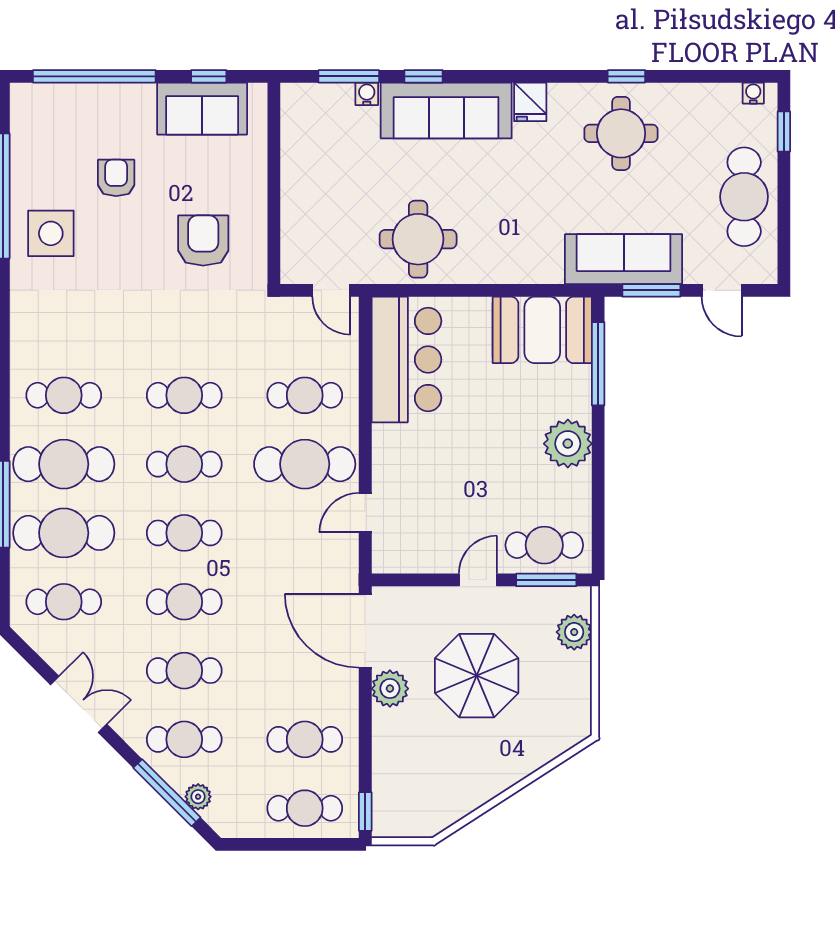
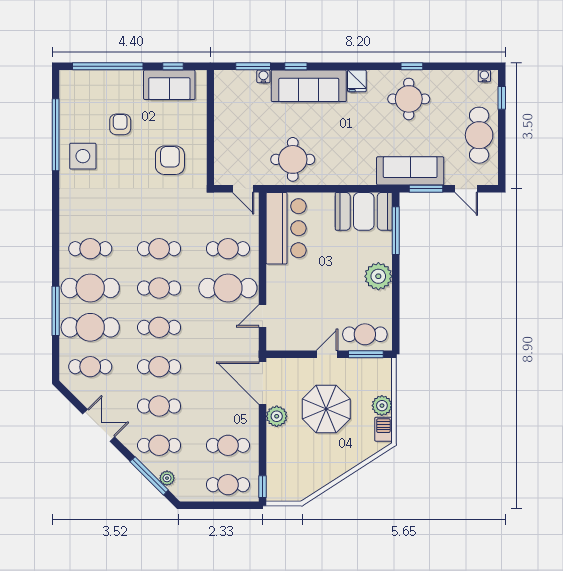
plant: (574, 632) -> (382, 406), moved
barbecue: (577, 711) -> (383, 429), added

